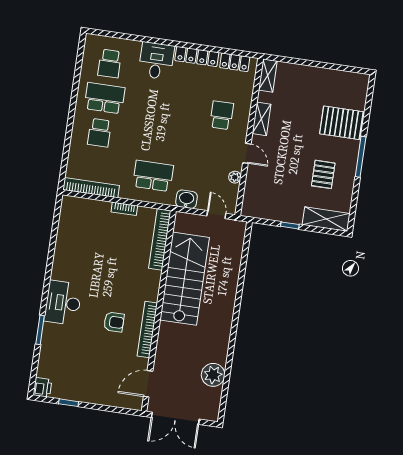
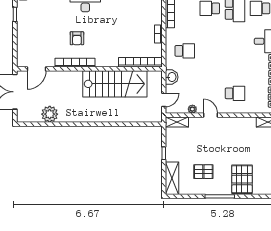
shelving: (261, 119) -> (177, 122), moved
door: (247, 153) -> (210, 115), swing flipped
school desk: (153, 176) -> (185, 51), width x0.54
door: (148, 384) -> (37, 69), swing flipped

